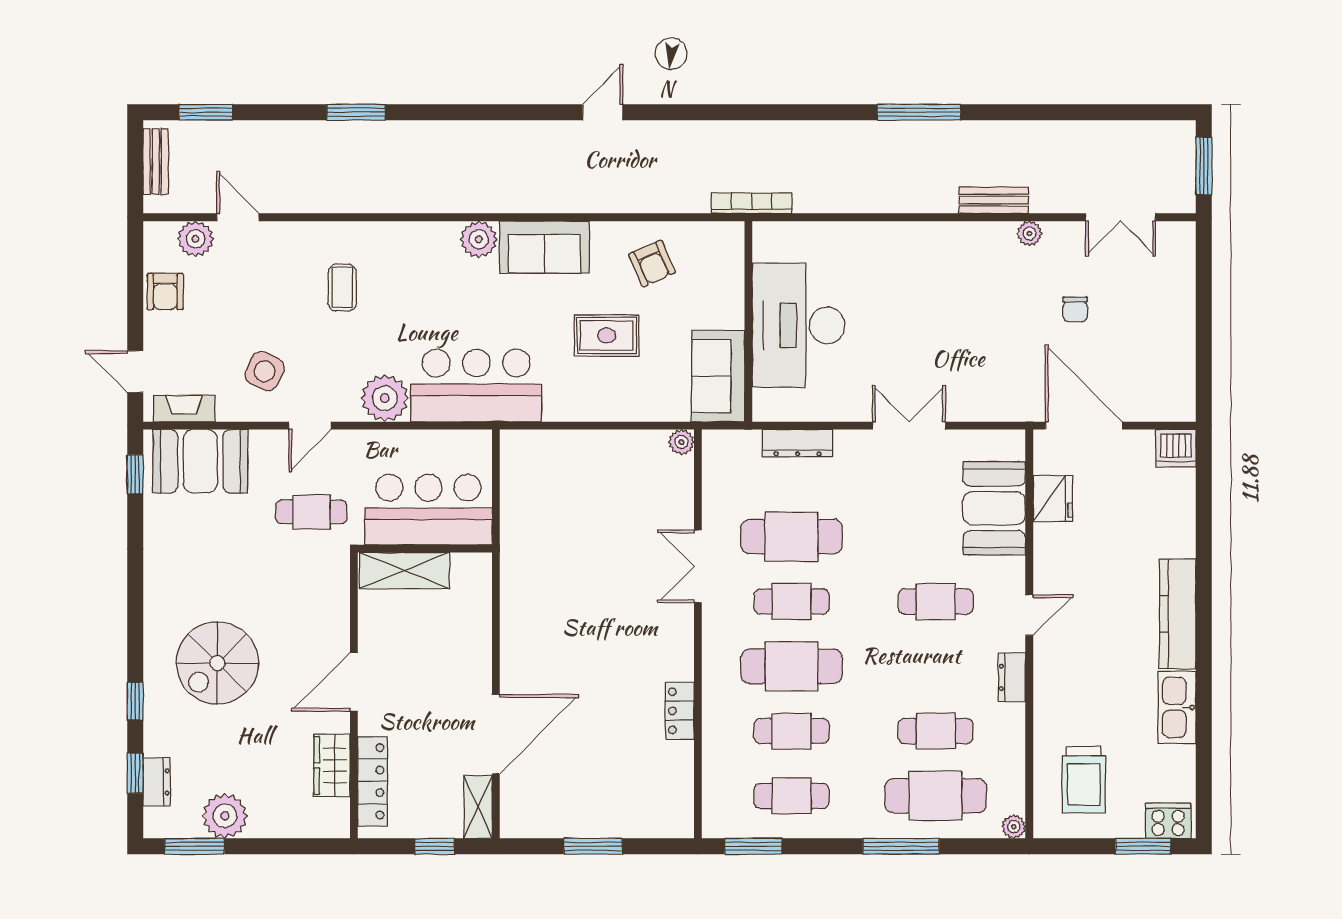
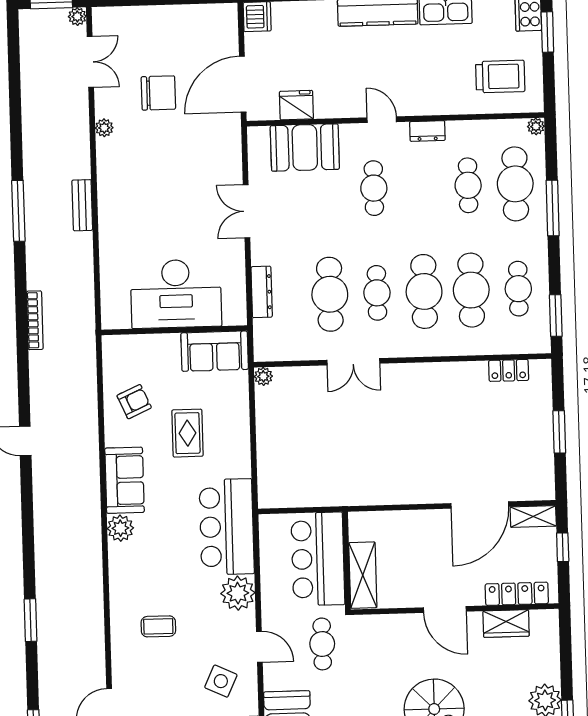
bench: (994, 200) -> (82, 205), moved
plant: (1183, 201) -> (77, 16), added
bookcase: (752, 203) -> (35, 320), moved, turned 180
chair: (1075, 309) -> (158, 93), width x1.87, depth x1.87
locker: (680, 711) -> (509, 370), moved
cafe table: (792, 731) -> (471, 290), width x1.37, depth x1.35
door: (496, 734) -> (480, 505), swing flipped

